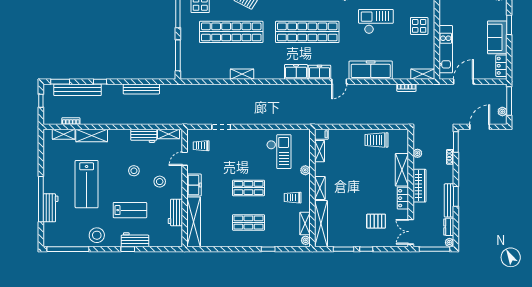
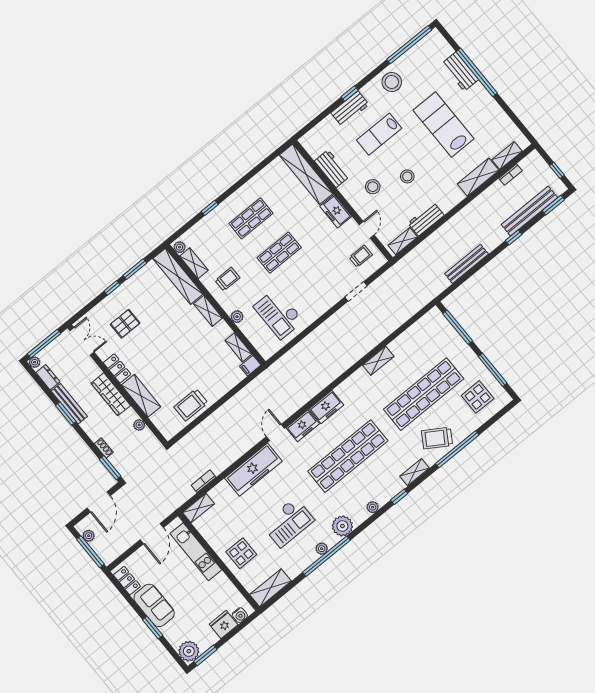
trolley: (376, 140) -> (191, 405), turned 180

